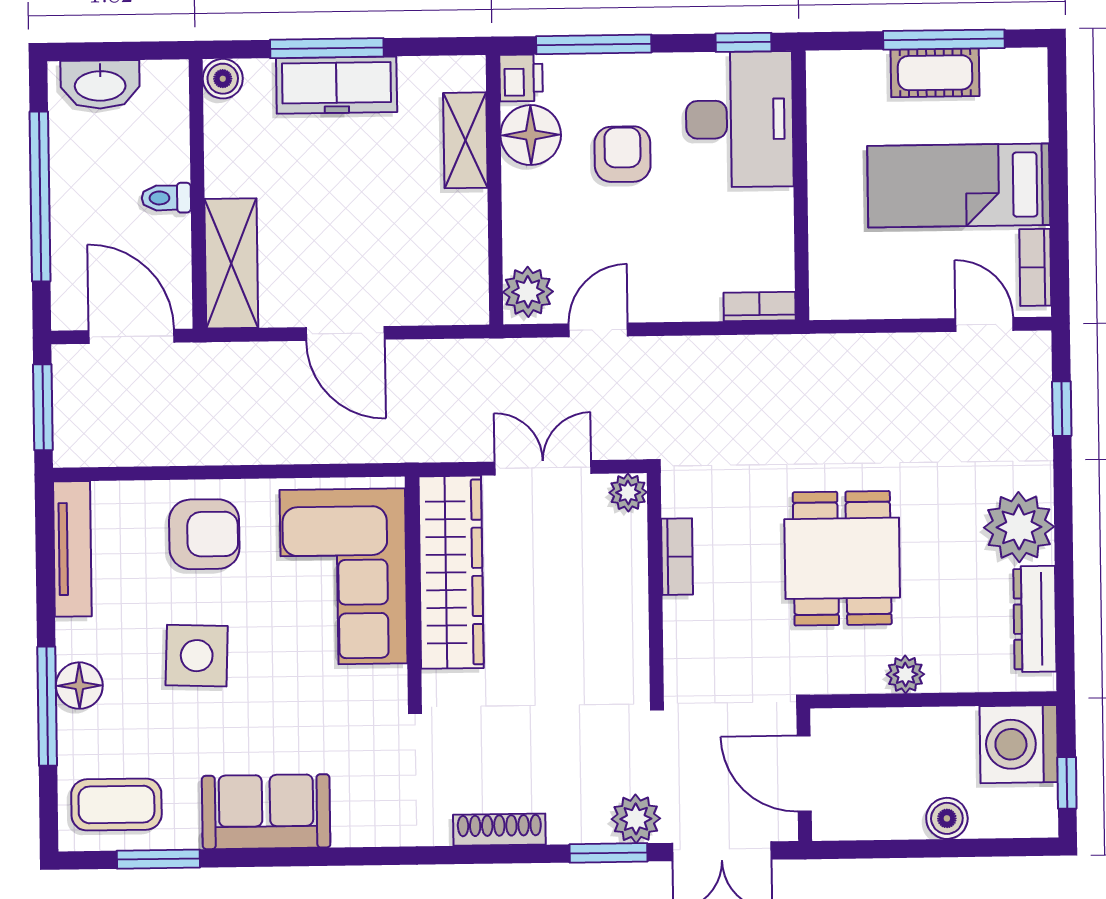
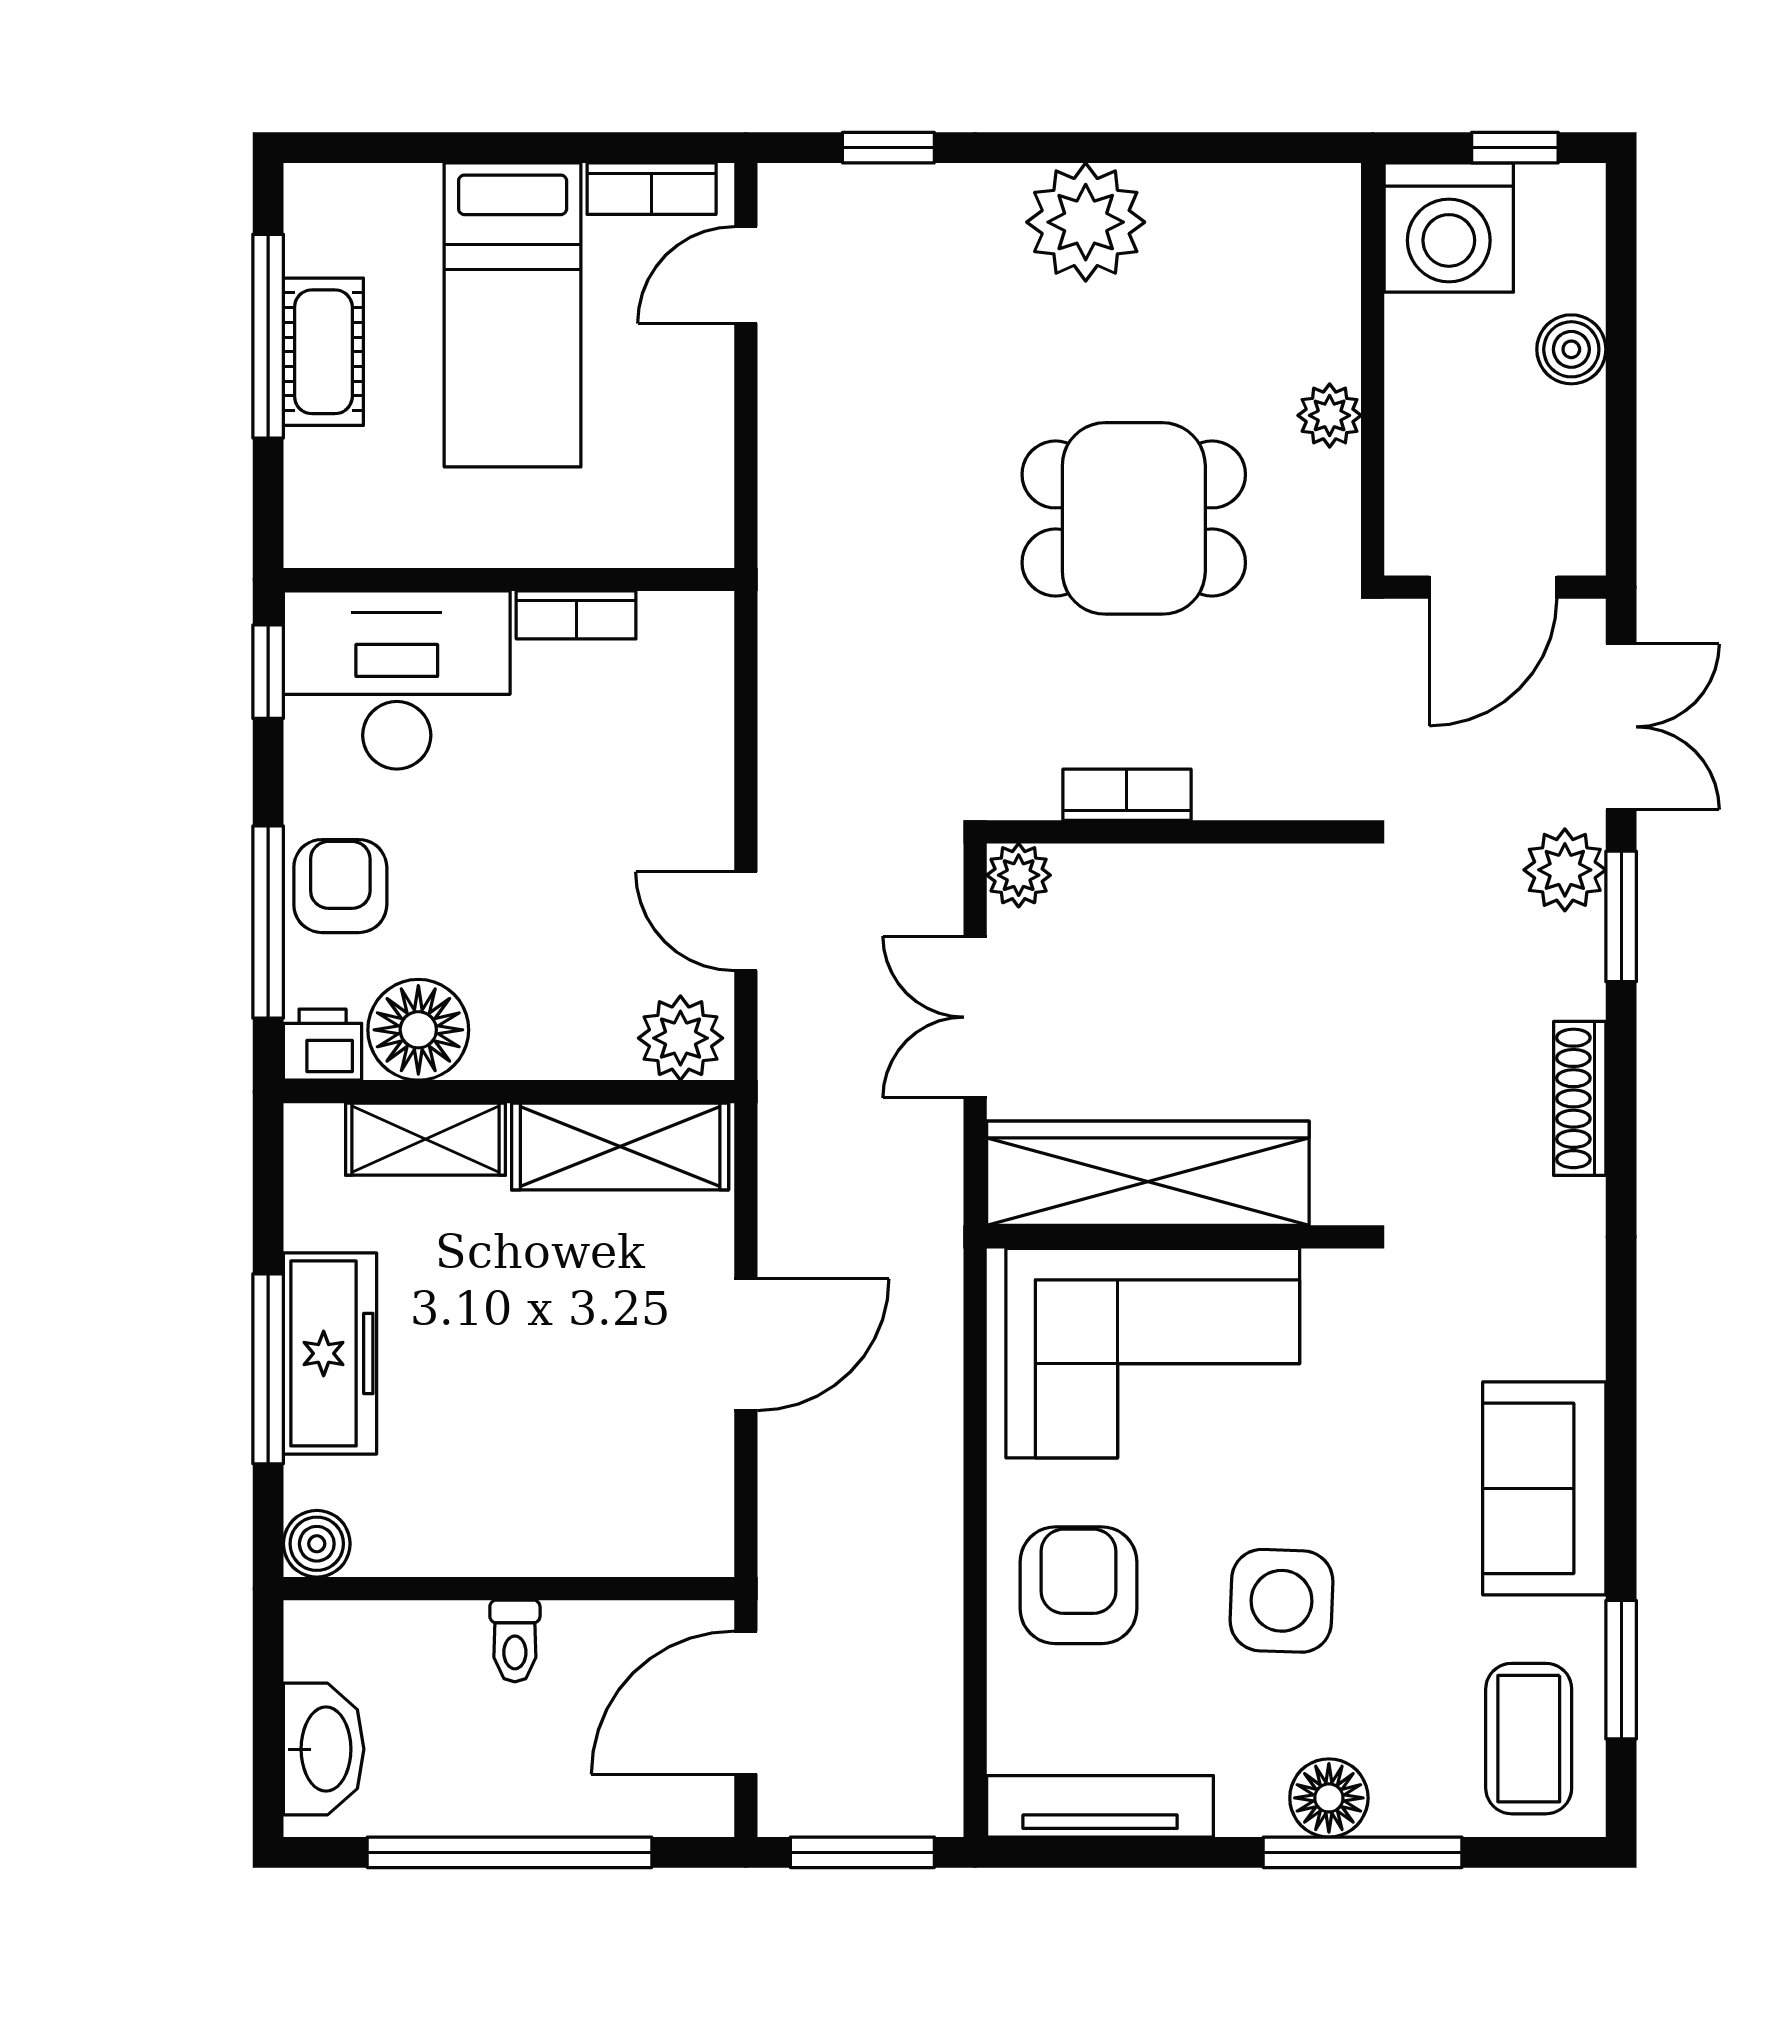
armchair: (623, 154) -> (340, 886), moved, turned 90
shelving: (231, 263) -> (620, 1147), moved
bookcase: (760, 306) -> (576, 615), moved, turned -90
dresser: (1035, 619) -> (1240, 198), removed

